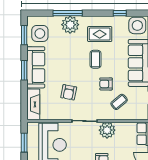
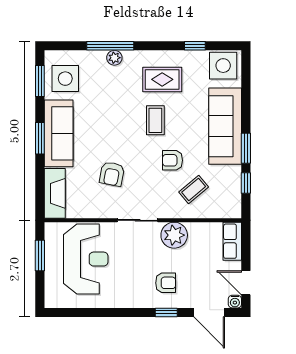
plant: (70, 25) -> (114, 58), width x0.53, depth x0.53

